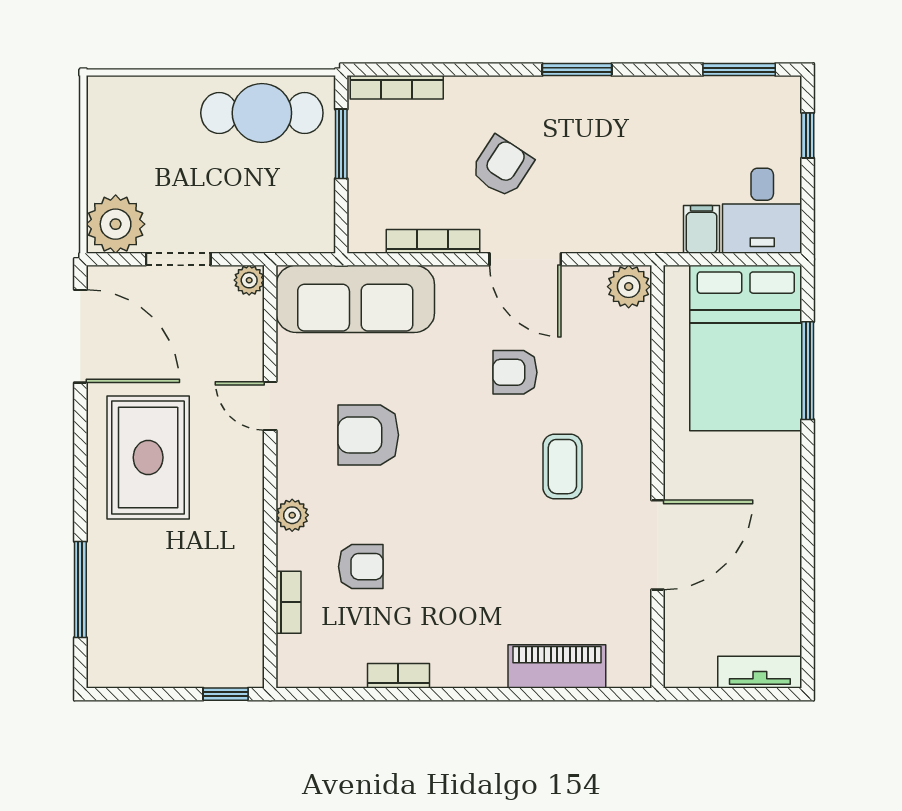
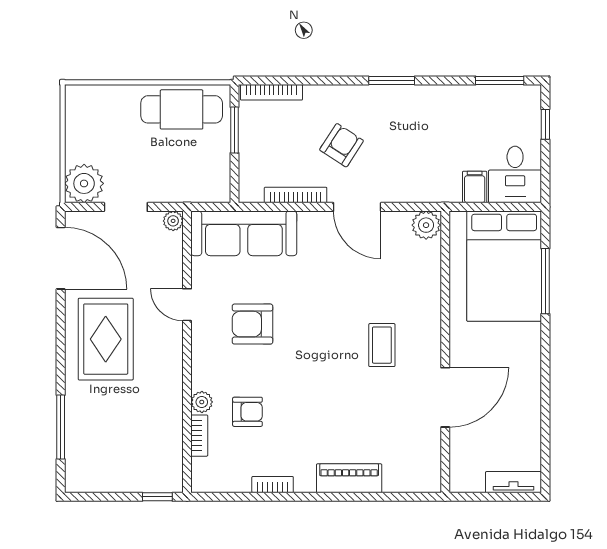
armchair: (515, 372) -> (350, 282), removed
plant: (292, 515) -> (202, 402), moved
piano: (557, 666) -> (349, 478), moved

